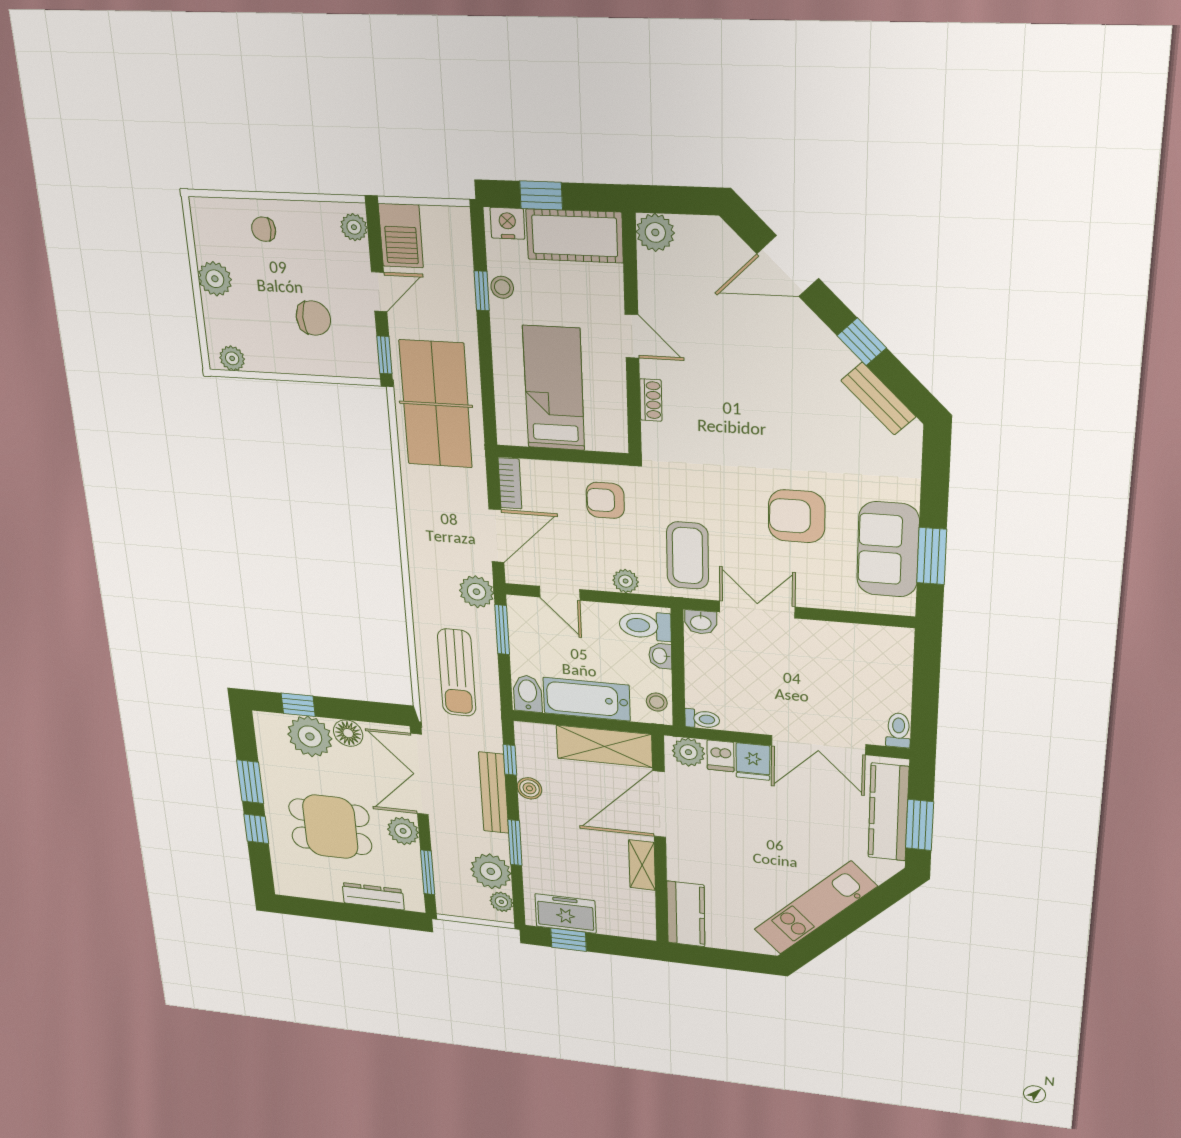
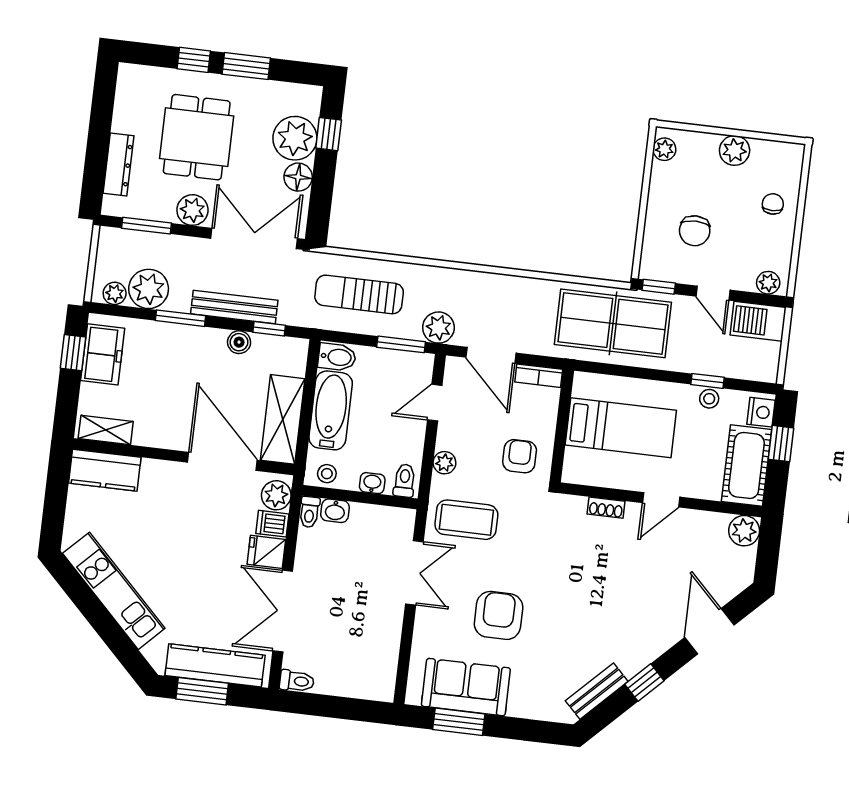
washbasin: (701, 622) -> (335, 511), moved, turned -90
toilet: (645, 626) -> (404, 481), width x0.73, depth x0.72
shelving: (642, 865) -> (106, 430), moved

